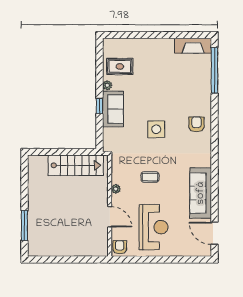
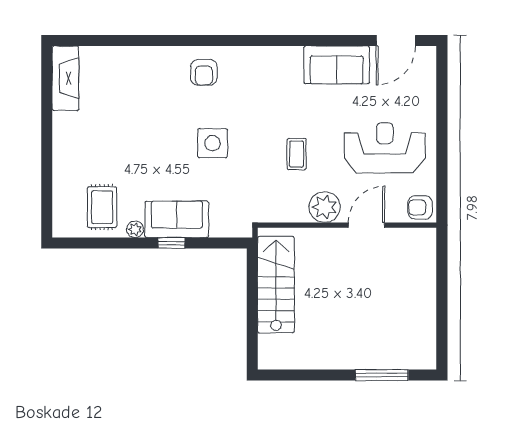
window: (215, 70) -> (109, 41), removed
armchair: (196, 124) -> (204, 72), turned -90
plant: (116, 189) -> (325, 207), width x1.88, depth x1.88
sofa: (201, 193) -> (337, 65), width x0.73

